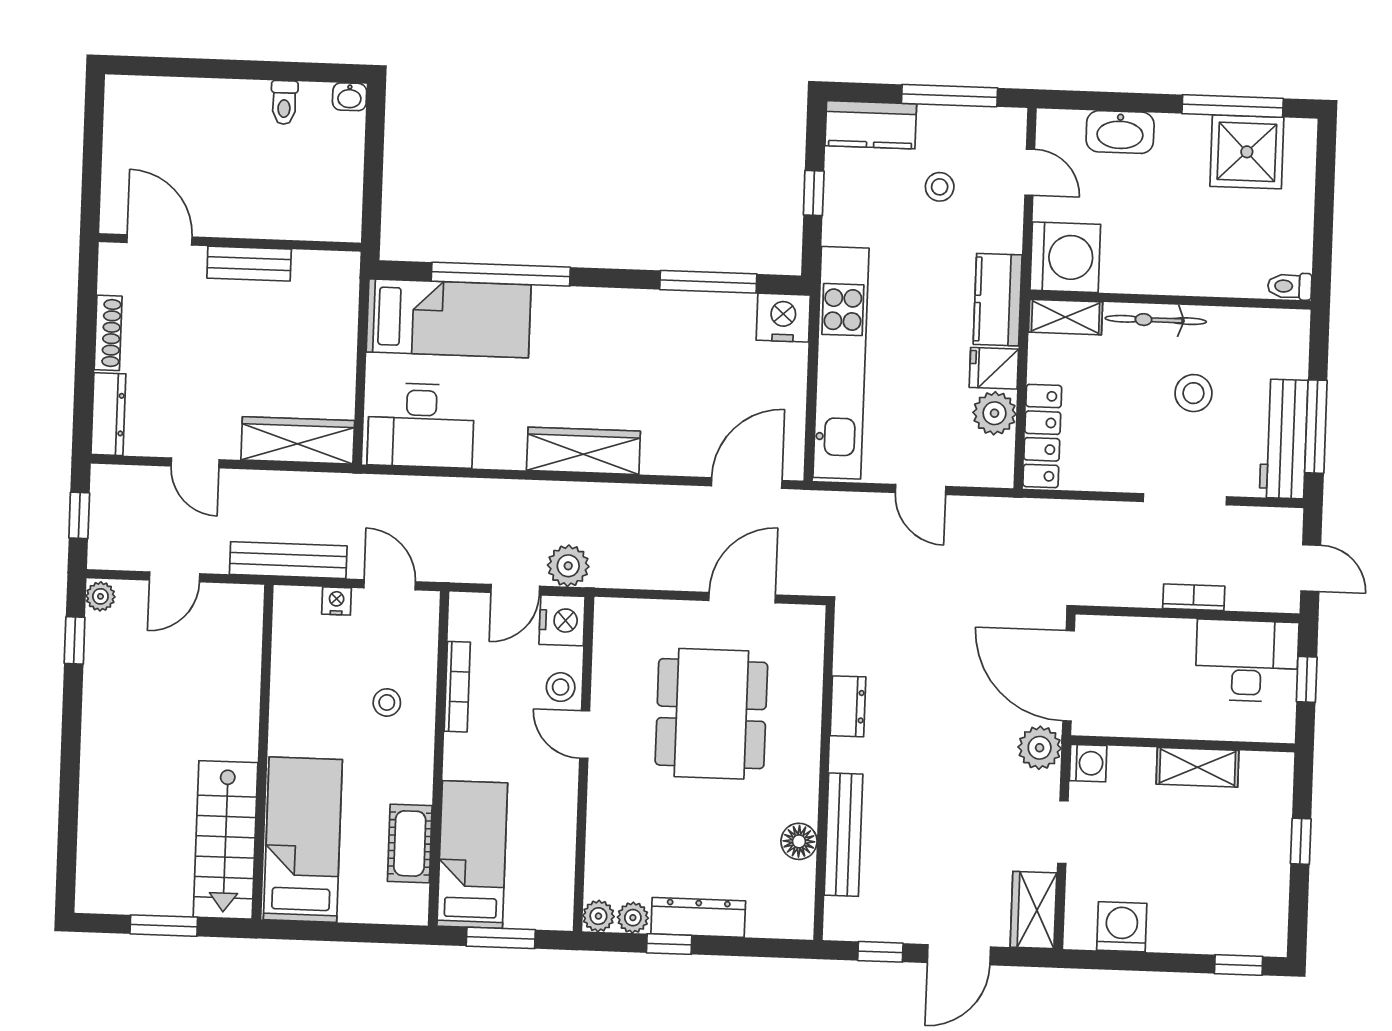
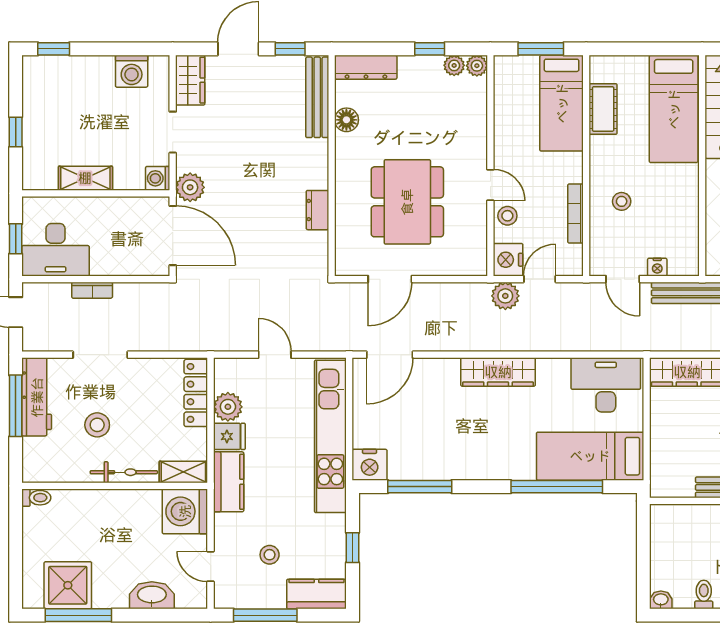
bench: (844, 835) -> (317, 97), moved
dresser: (698, 917) -> (366, 67), moved

